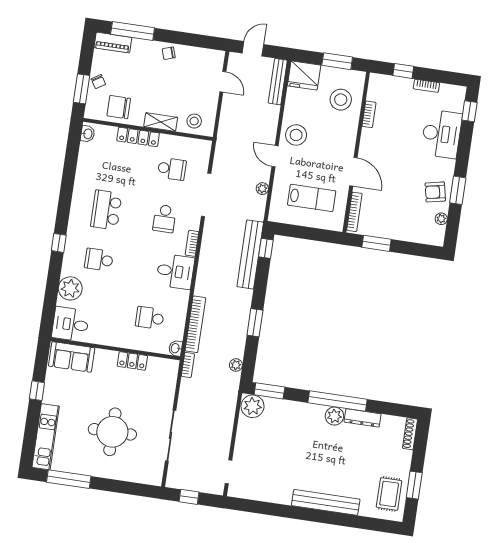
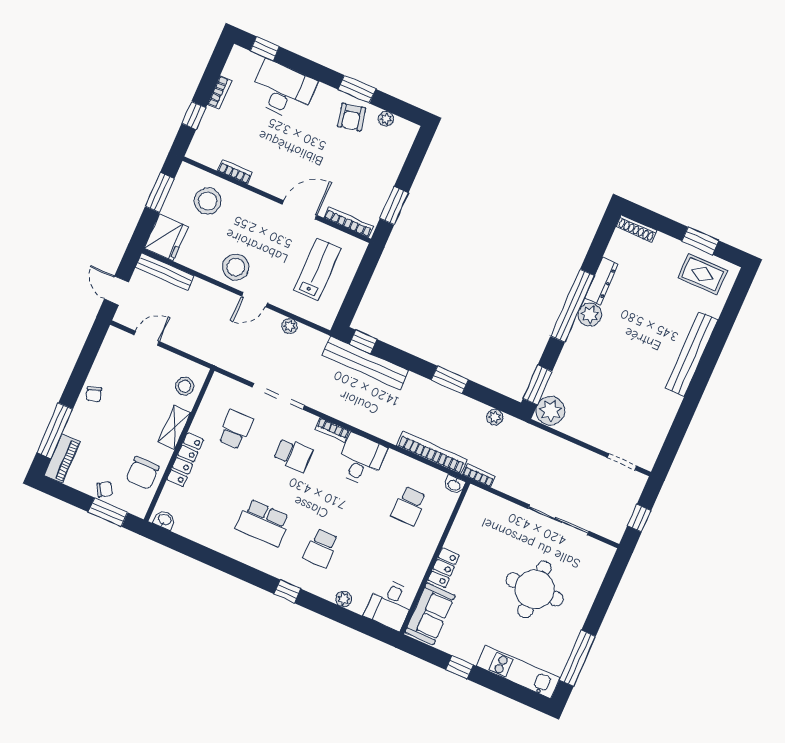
plant: (70, 288) -> (344, 599), width x0.53, depth x0.53
locker: (132, 361) -> (444, 568), moved

